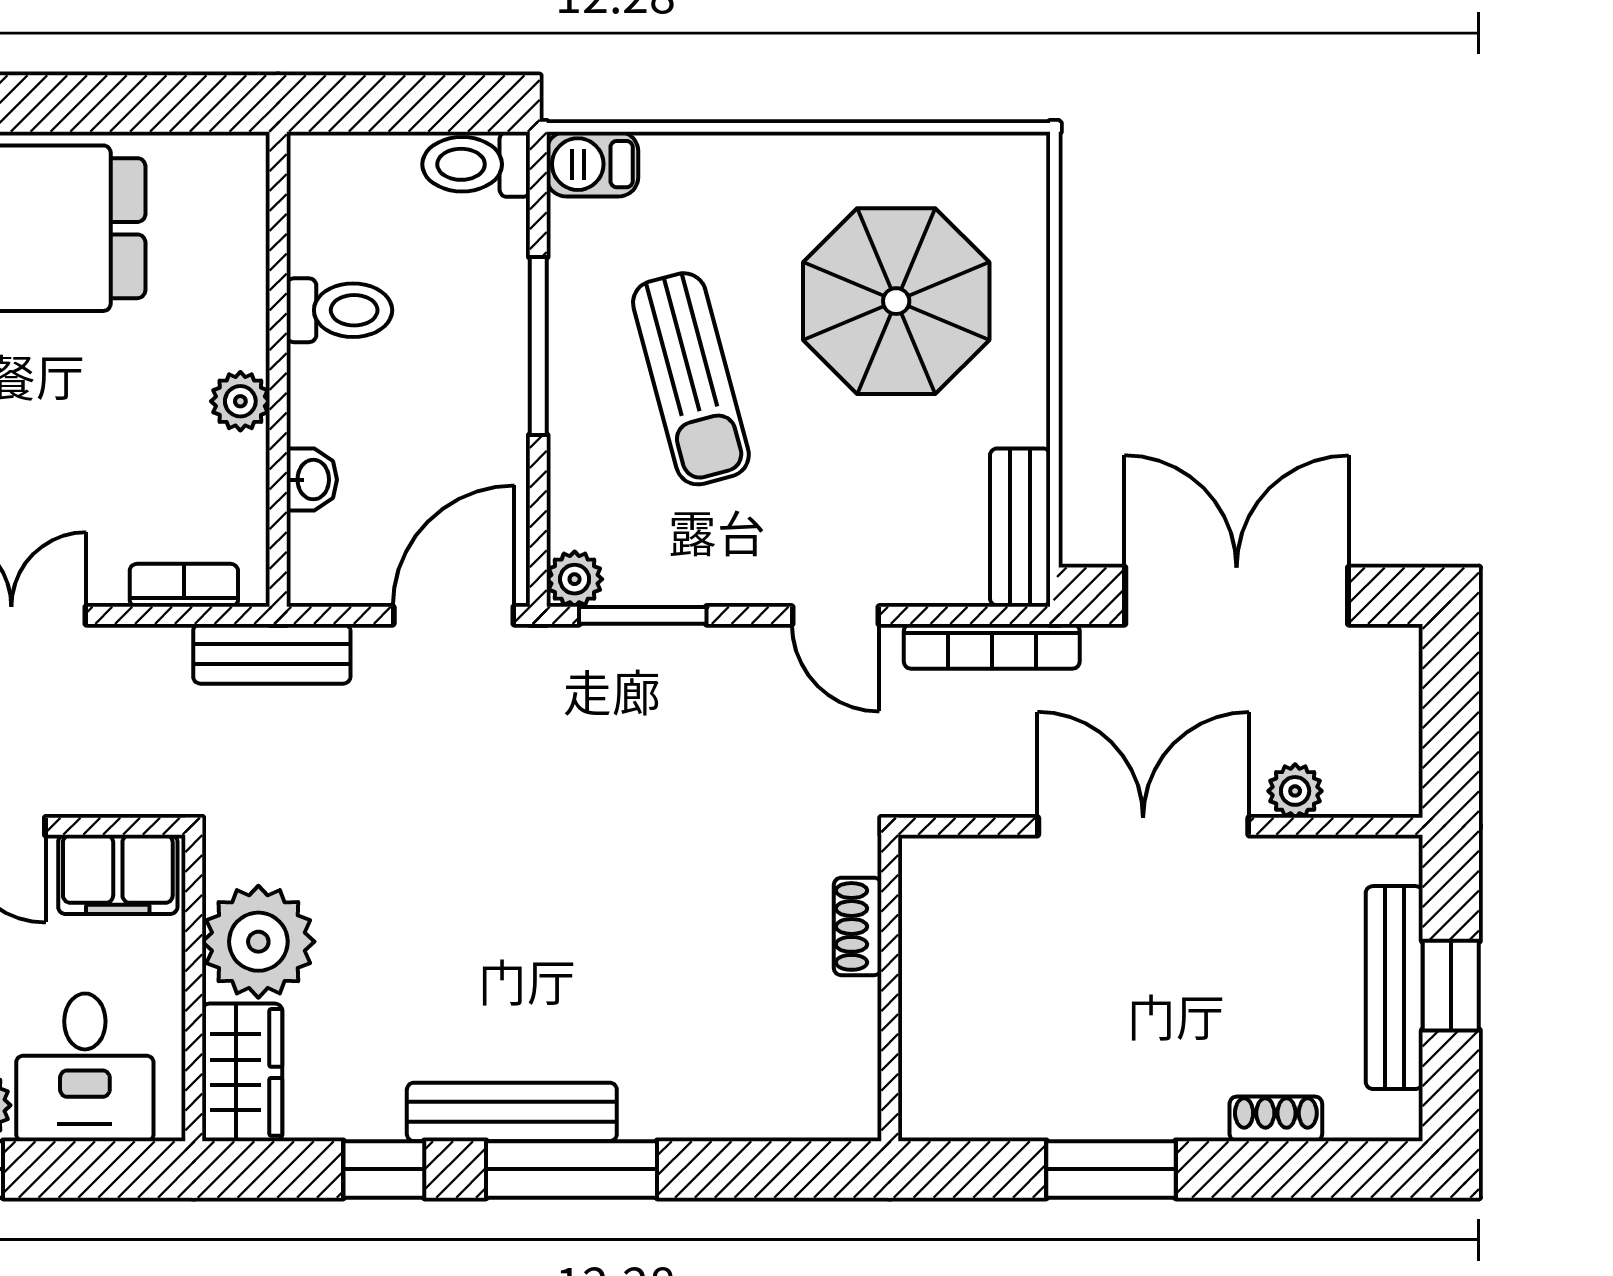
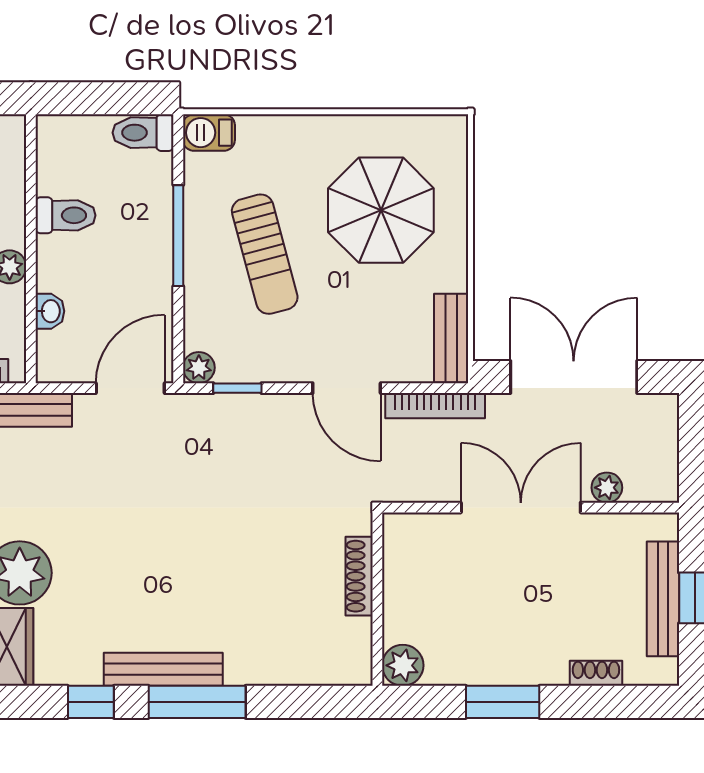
window: (643, 615) -> (237, 388), width x0.67
door: (836, 615) -> (347, 388), width x1.38
shoe rack: (858, 926) -> (359, 576), width x1.43
plant: (935, 1105) -> (403, 665), added

